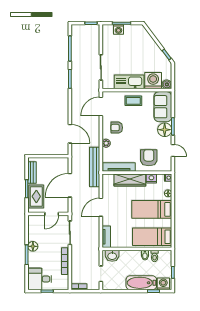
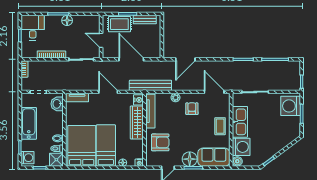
washing machine: (118, 29) -> (291, 106), width x1.89, depth x1.89
nightstand: (151, 178) -> (138, 100), moved
bed: (152, 237) -> (82, 146), width x1.50
shower: (165, 257) -> (56, 160), added
bathtub: (141, 283) -> (29, 123), moved

